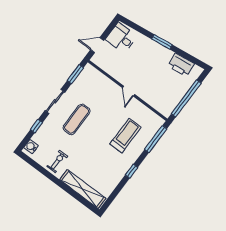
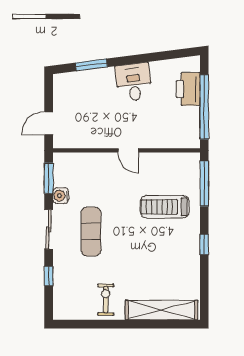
desk: (121, 38) -> (134, 82), moved, turned 83
window: (162, 42) -> (91, 65), moved
printer: (181, 65) -> (188, 89), moved, turned 97
treadmill: (126, 136) -> (165, 207), turned -90
water cooler: (31, 147) -> (61, 196), moved

